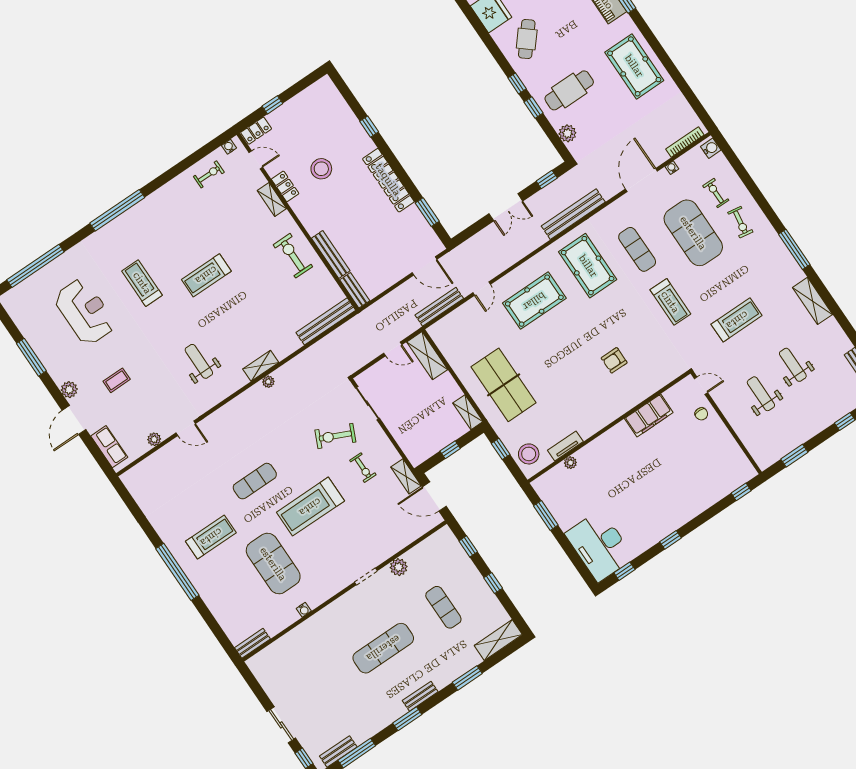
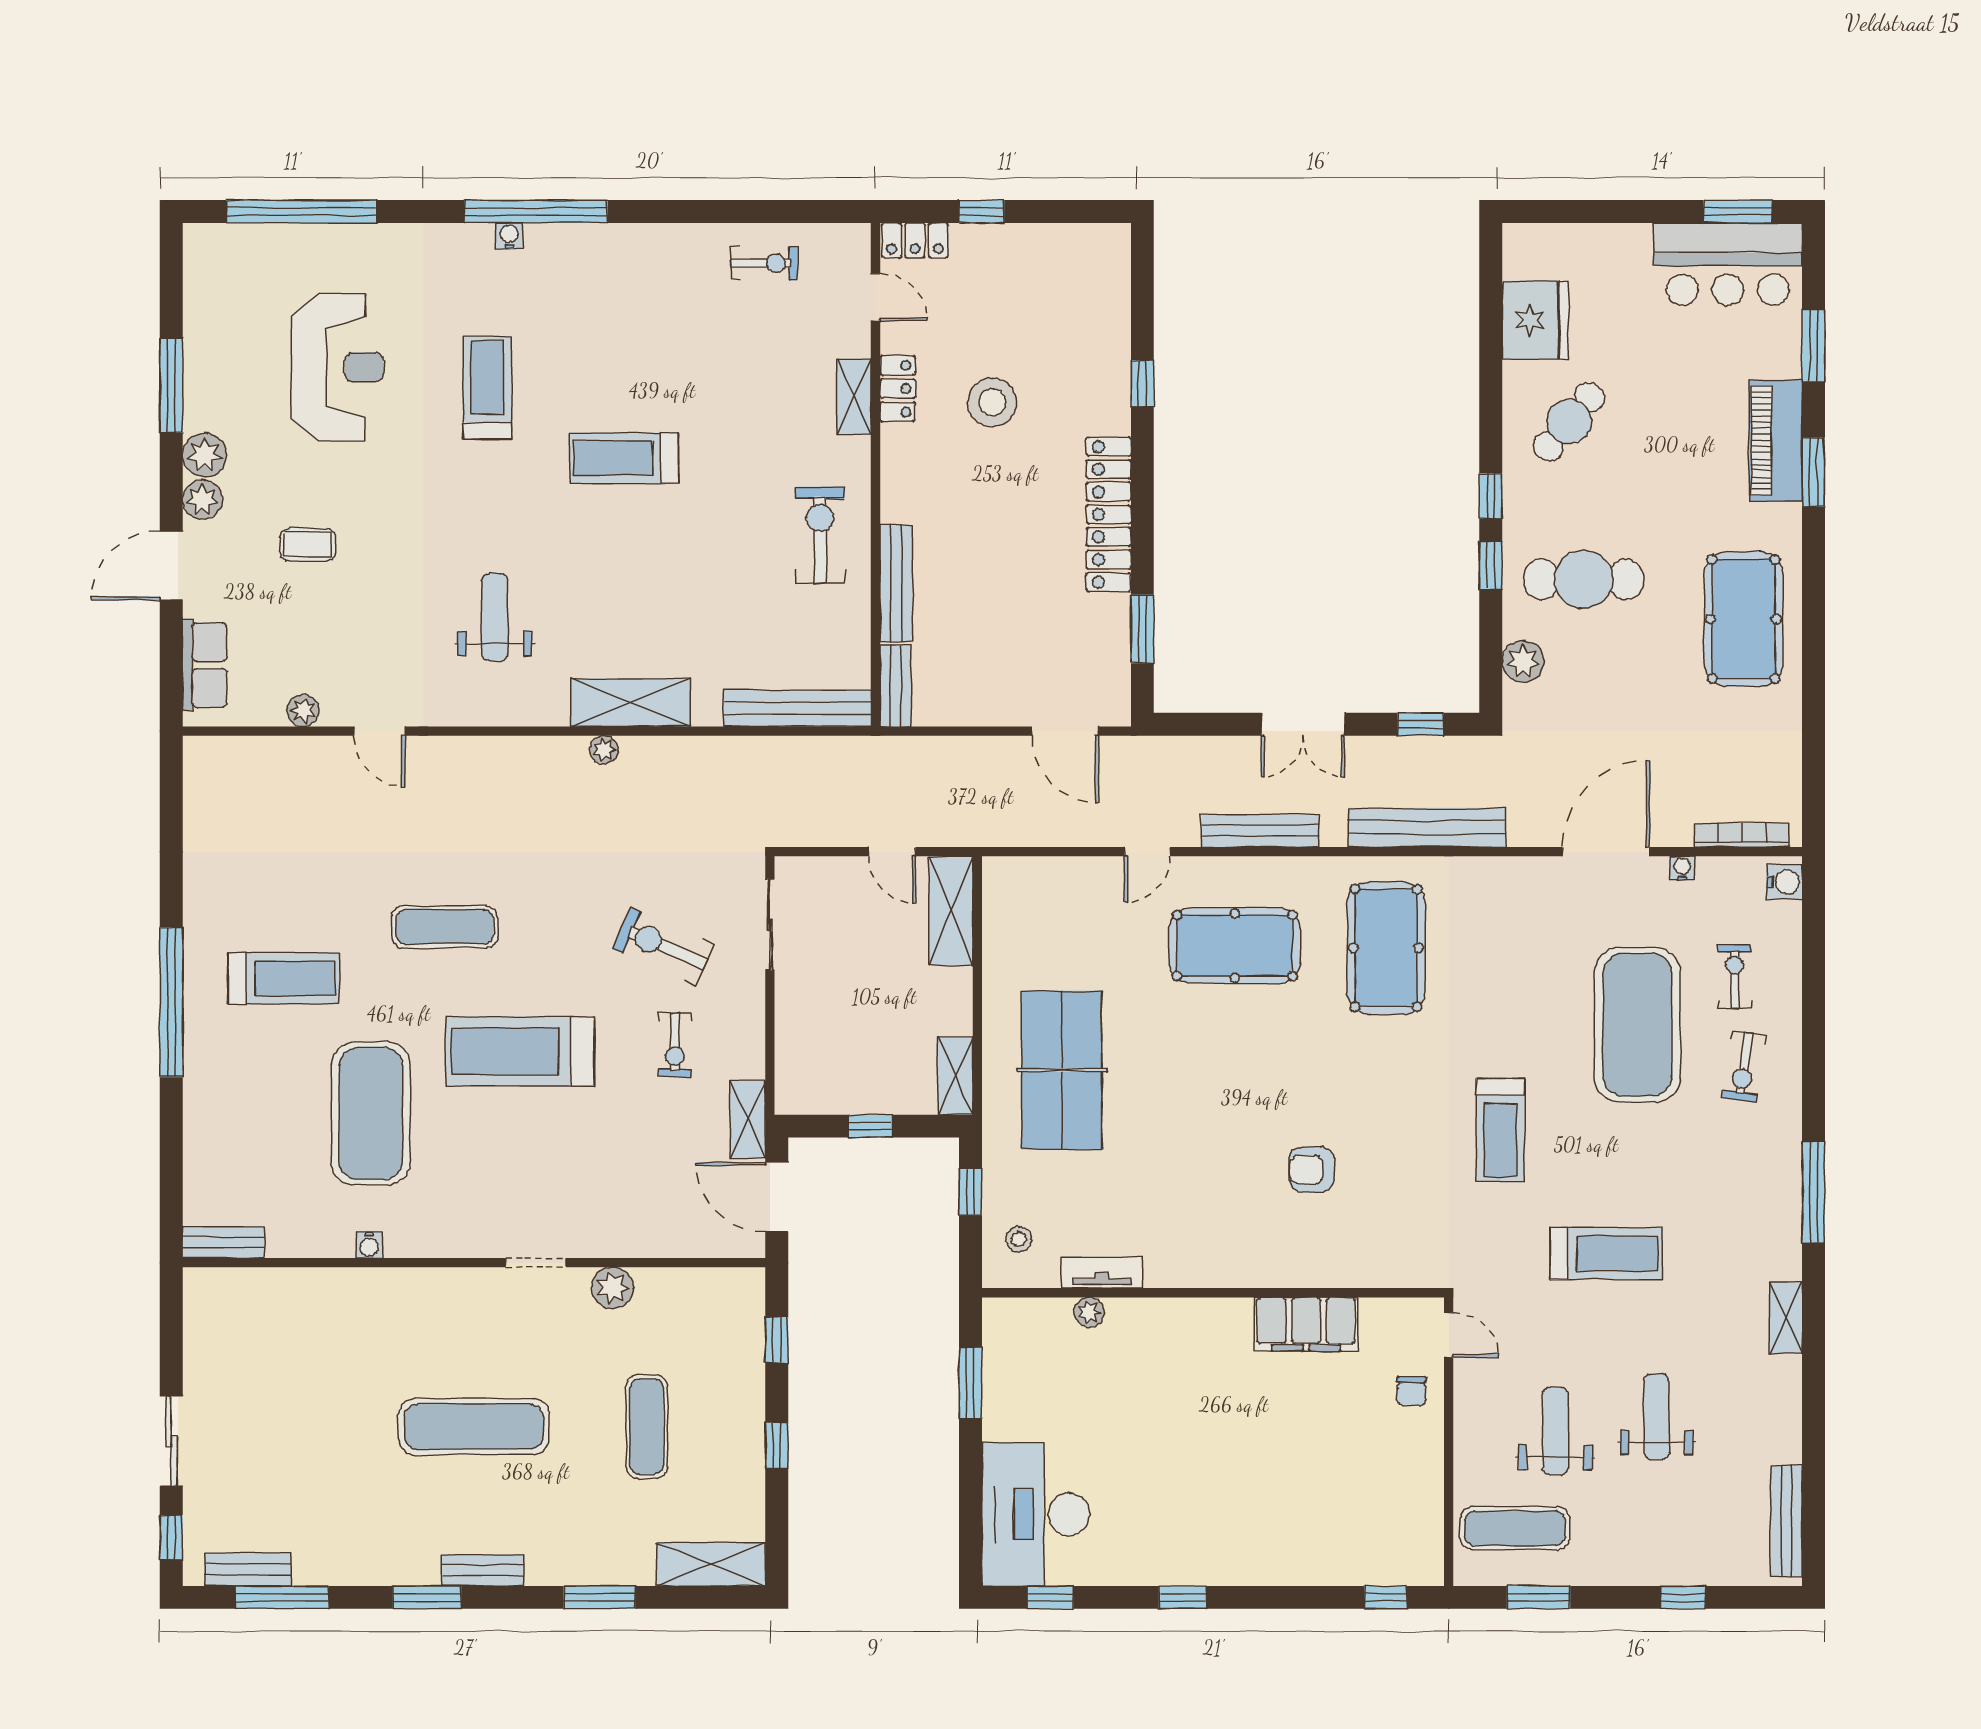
water cooler: (229, 147) -> (509, 236), moved
exercise mat: (637, 249) -> (1515, 1528), moved, turned 90
shelving: (813, 301) -> (1786, 1318), width x0.67, depth x0.75
bench: (439, 307) -> (1260, 831), moved
shelving: (261, 366) -> (631, 703), width x1.50, depth x1.33
plant: (59, 374) -> (204, 455), added
stool: (529, 454) -> (1019, 1239), width x0.53, depth x0.53

